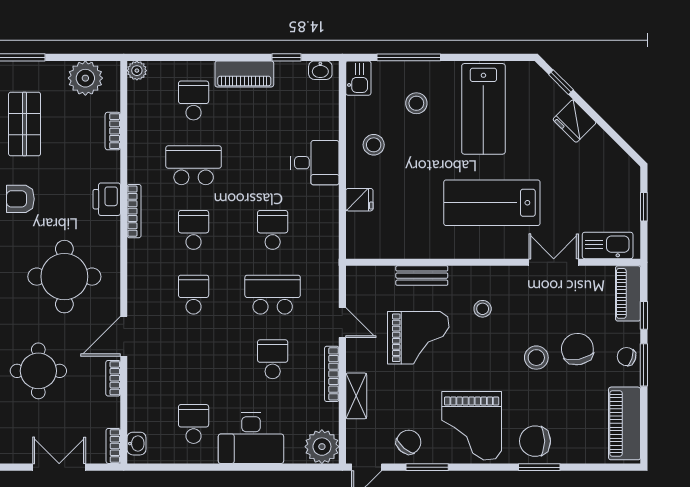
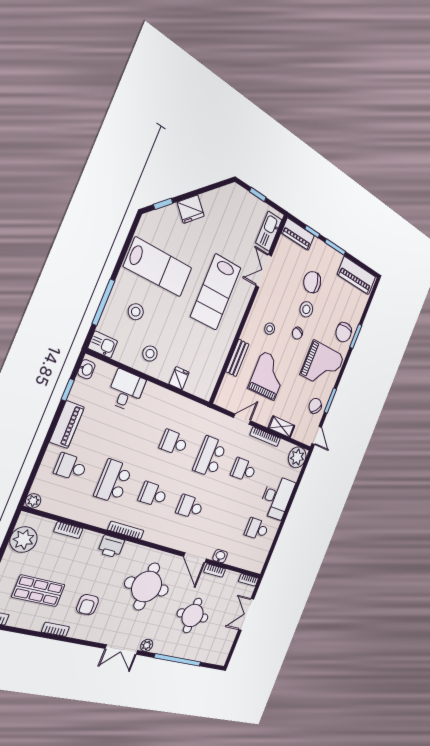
desk: (315, 163) -> (126, 390), moved
chair: (627, 357) -> (297, 333), moved
washbasin: (137, 444) -> (220, 556), moved

